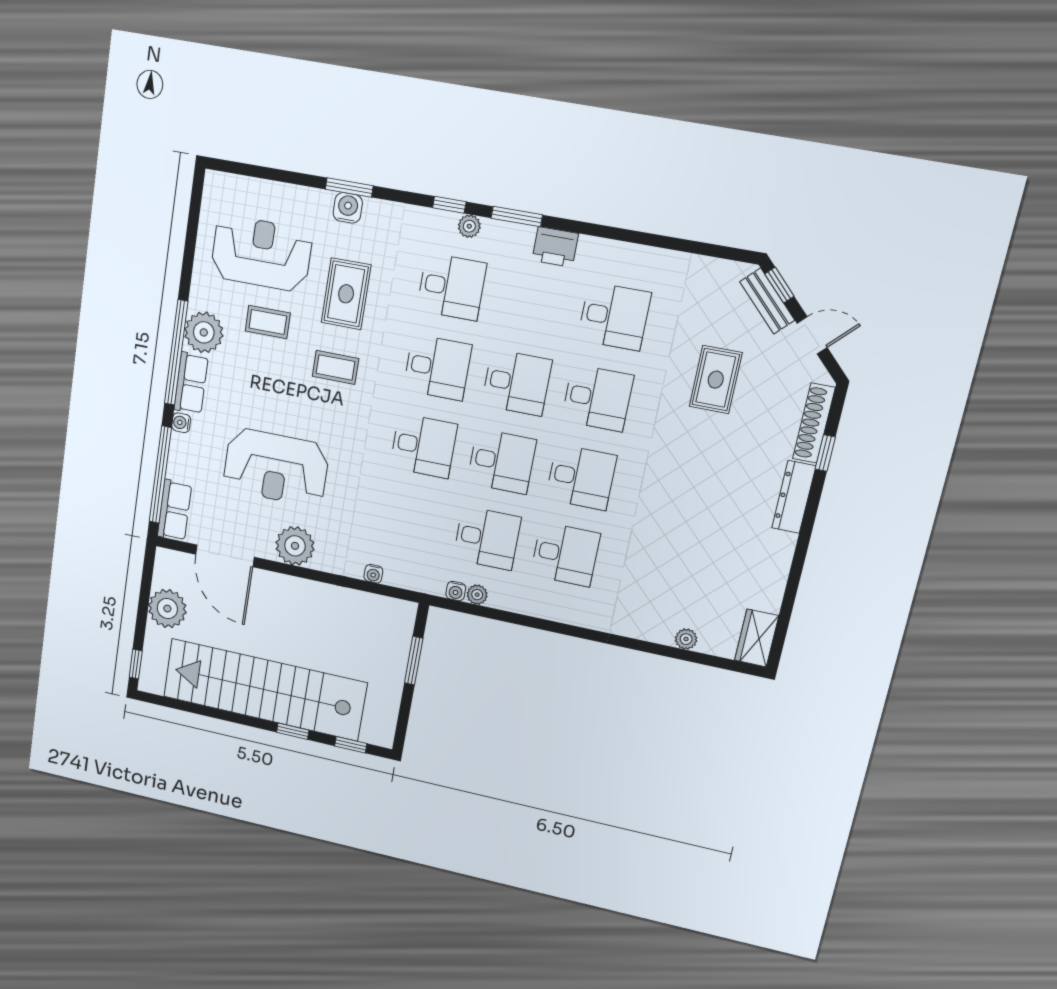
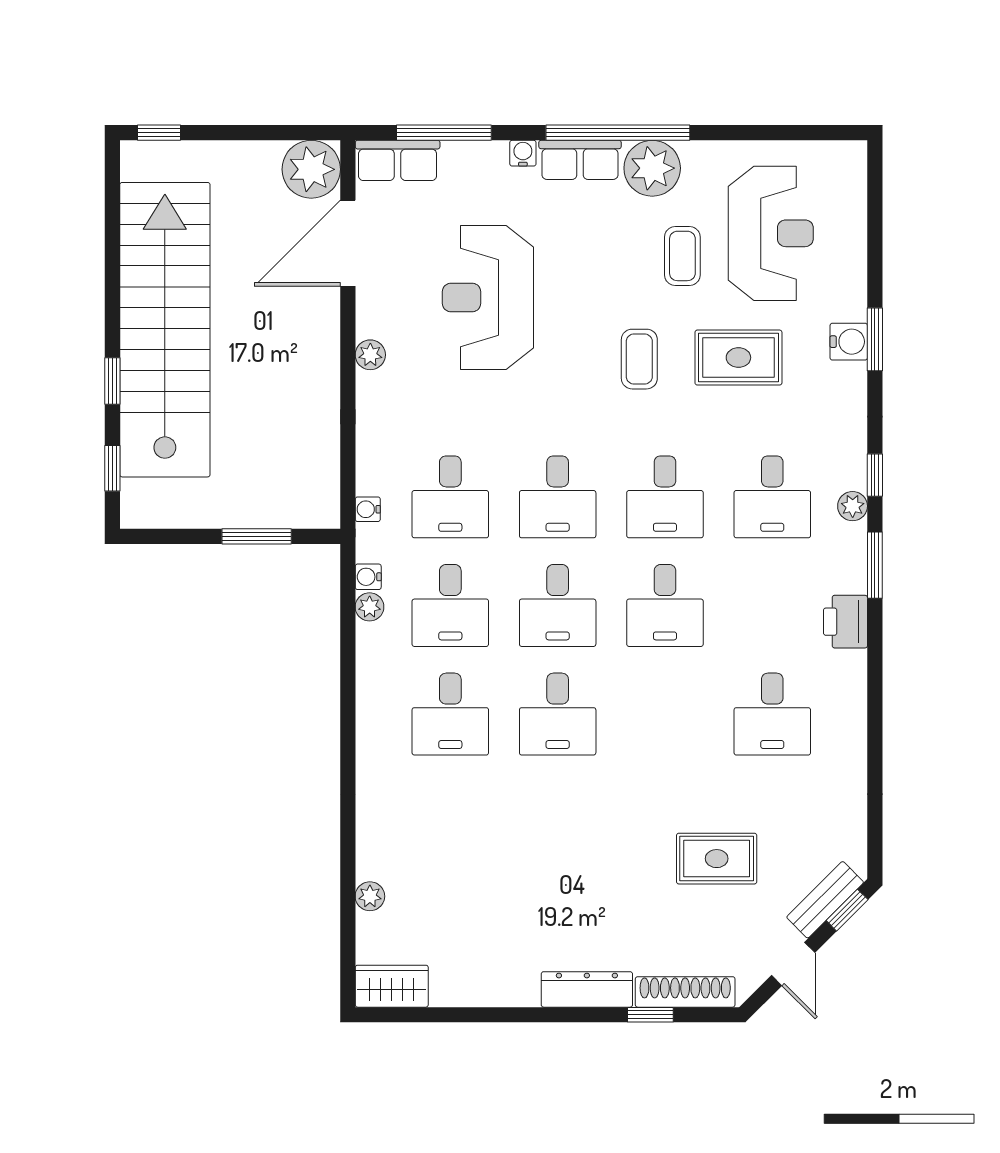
desk: (597, 398) -> (450, 497), moved
window: (160, 475) -> (444, 133), width x0.68
plant: (295, 546) -> (370, 355), width x0.53, depth x0.53
water cooler: (373, 574) -> (368, 509), moved
plant: (167, 609) -> (311, 169), moved

